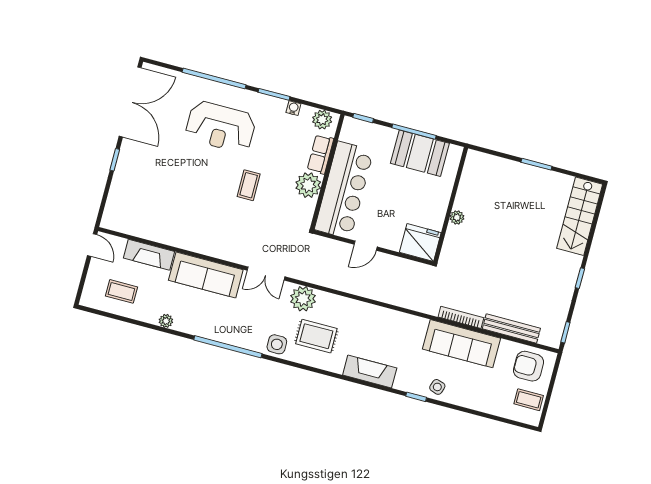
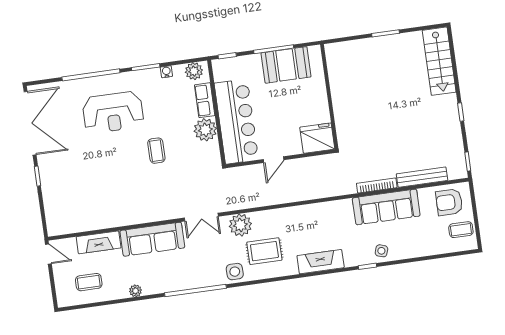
plant: (457, 217) -> (339, 105), removed

